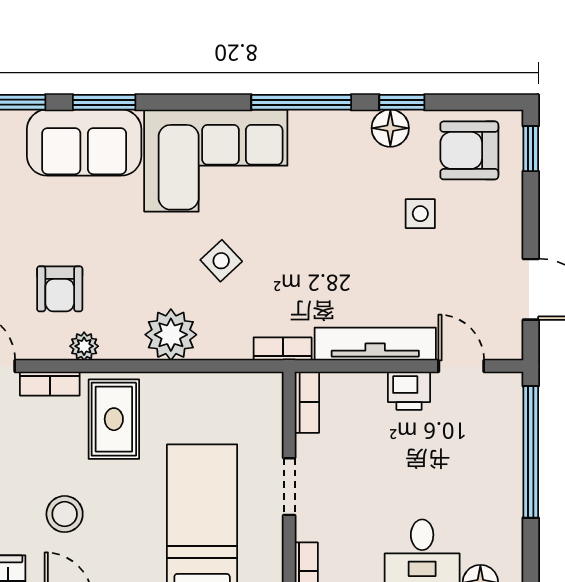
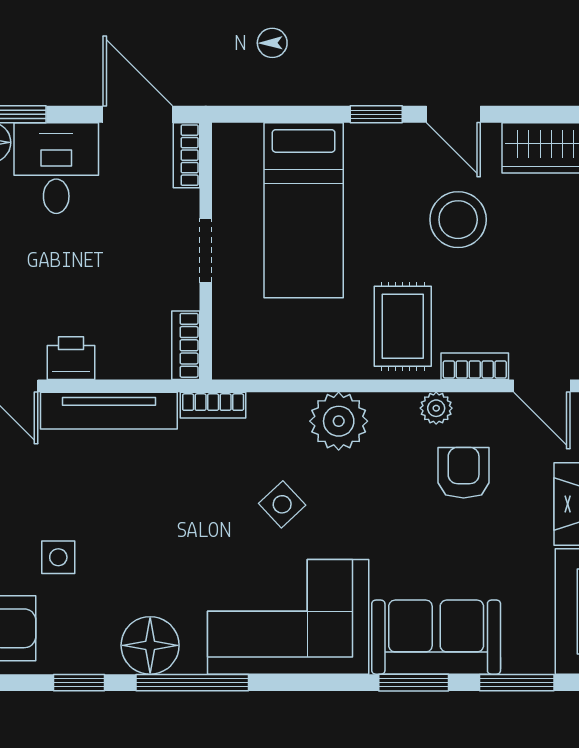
floor lamp: (390, 128) -> (150, 645), moved, width x1.38, depth x1.38
stool: (65, 514) -> (458, 220), width x1.38, depth x1.38

